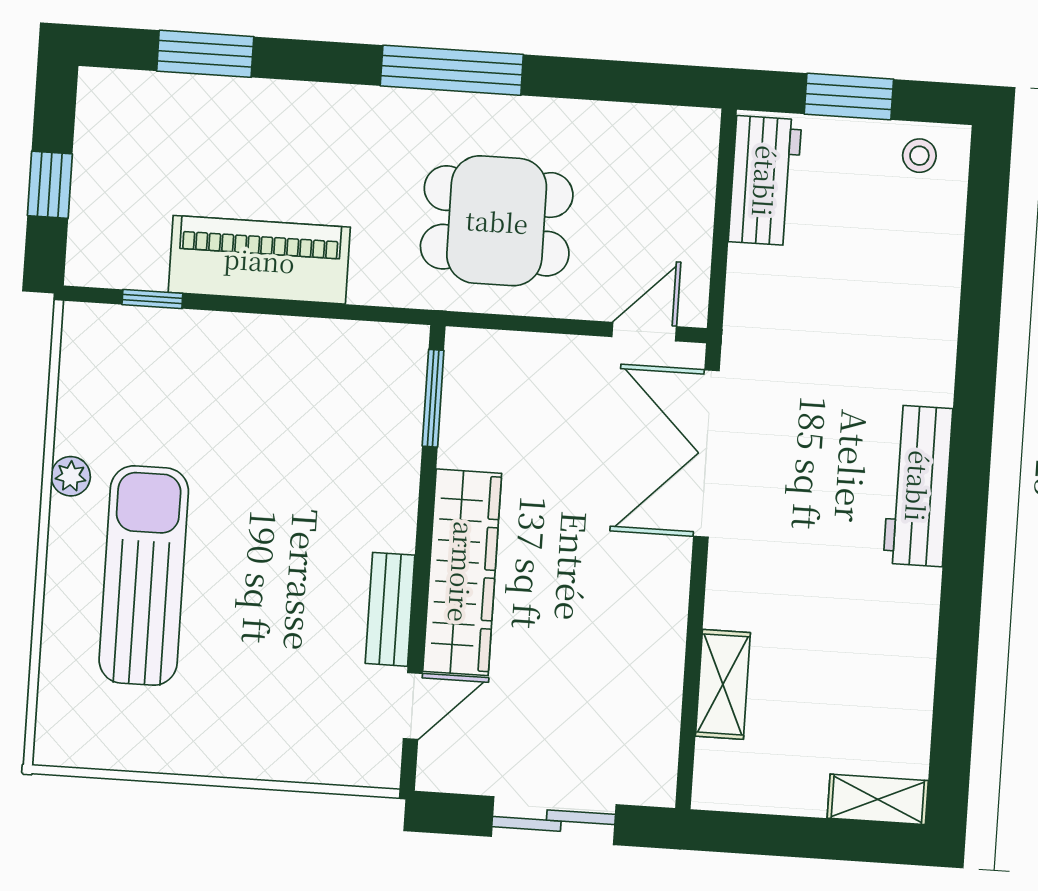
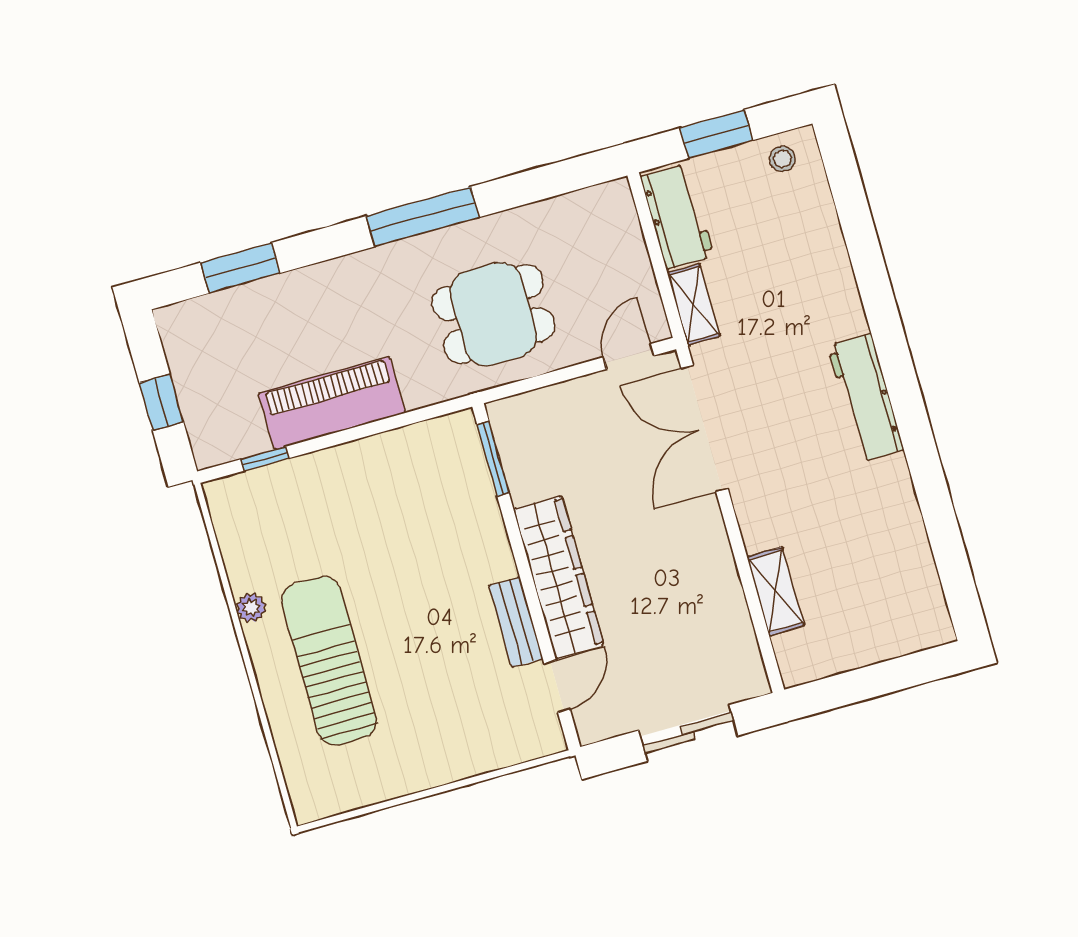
shelving: (878, 799) -> (694, 305), moved, turned 90

